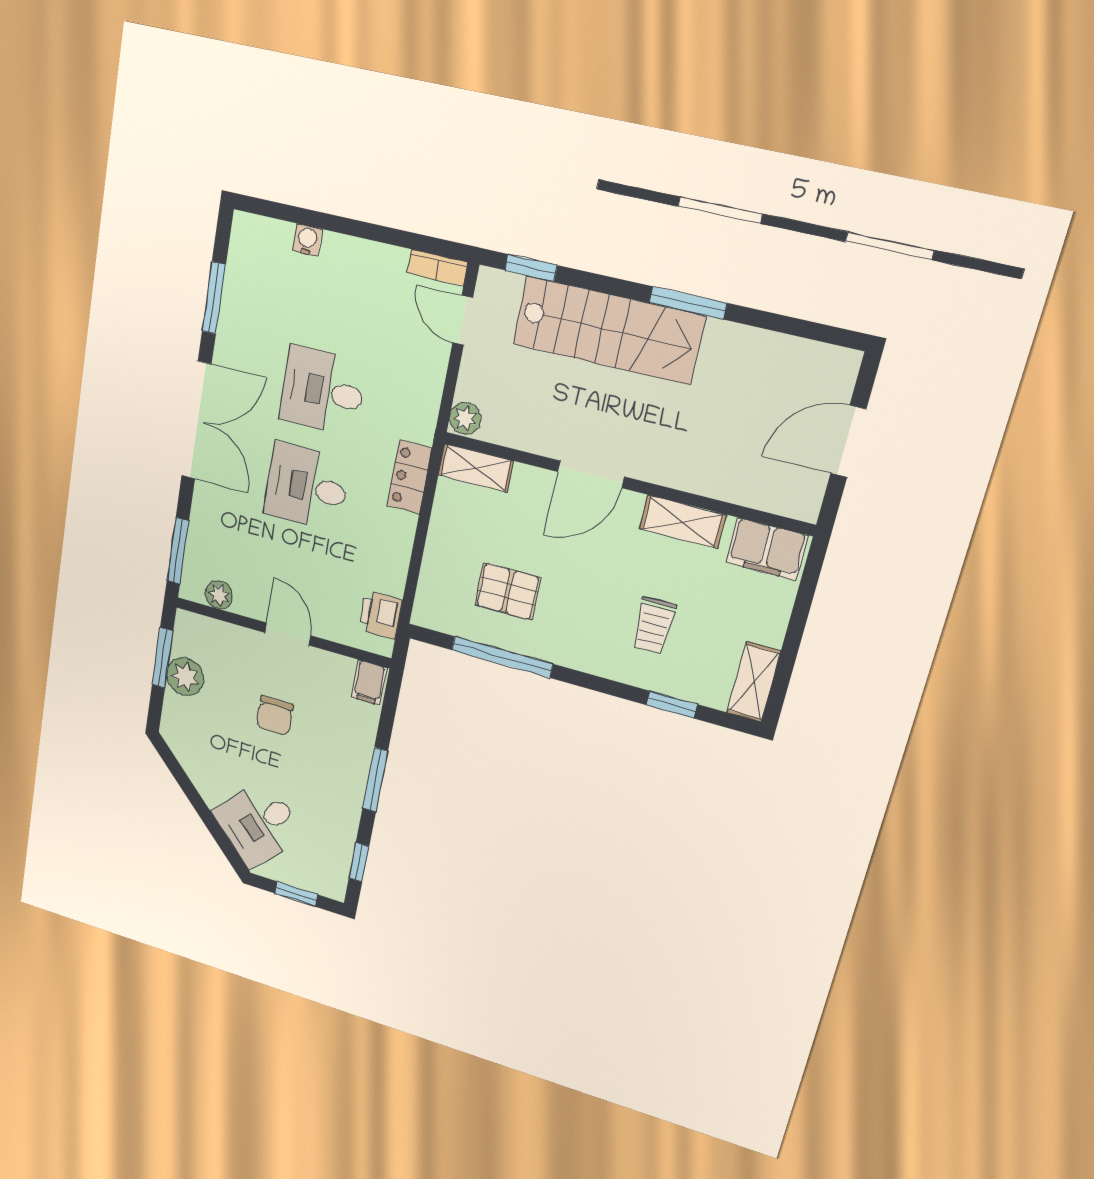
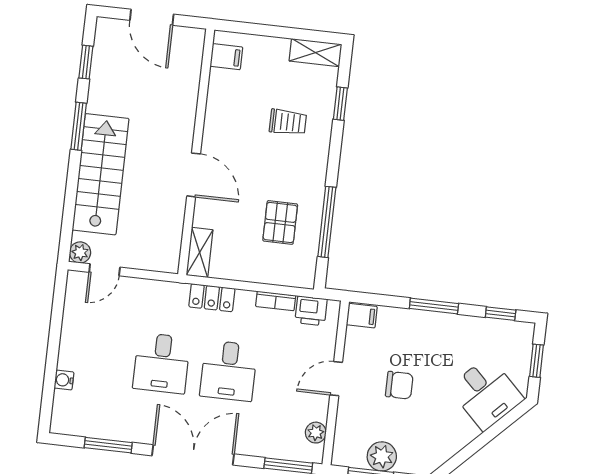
bookcase: (437, 268) -> (276, 301), moved, turned 90
window: (531, 268) -> (86, 62), moved
plant: (465, 418) -> (80, 252), moved
shelving: (683, 522) -> (216, 112), removed
filing cabinet: (767, 549) -> (226, 57), width x0.50

